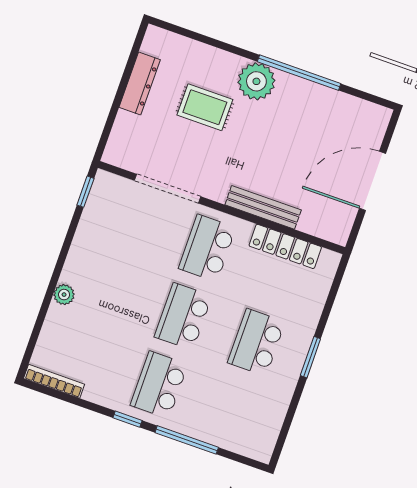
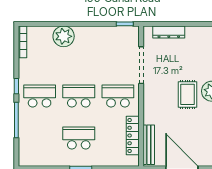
dresser: (140, 83) -> (169, 32), moved
rug: (205, 107) -> (187, 94), moved
bench: (263, 207) -> (149, 145), moved
plant: (64, 295) -> (64, 36), width x1.88, depth x1.88

